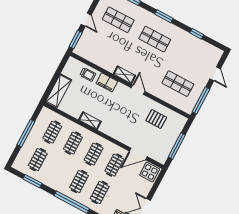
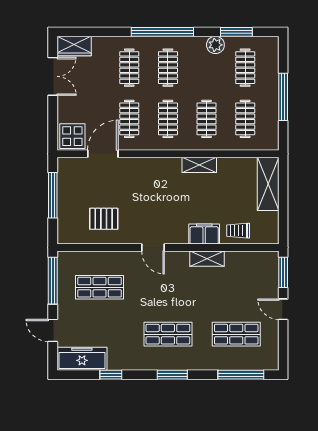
freezer: (208, 50) -> (82, 359), added
shelving: (125, 75) -> (207, 259), moved
plant: (47, 180) -> (215, 45), added

